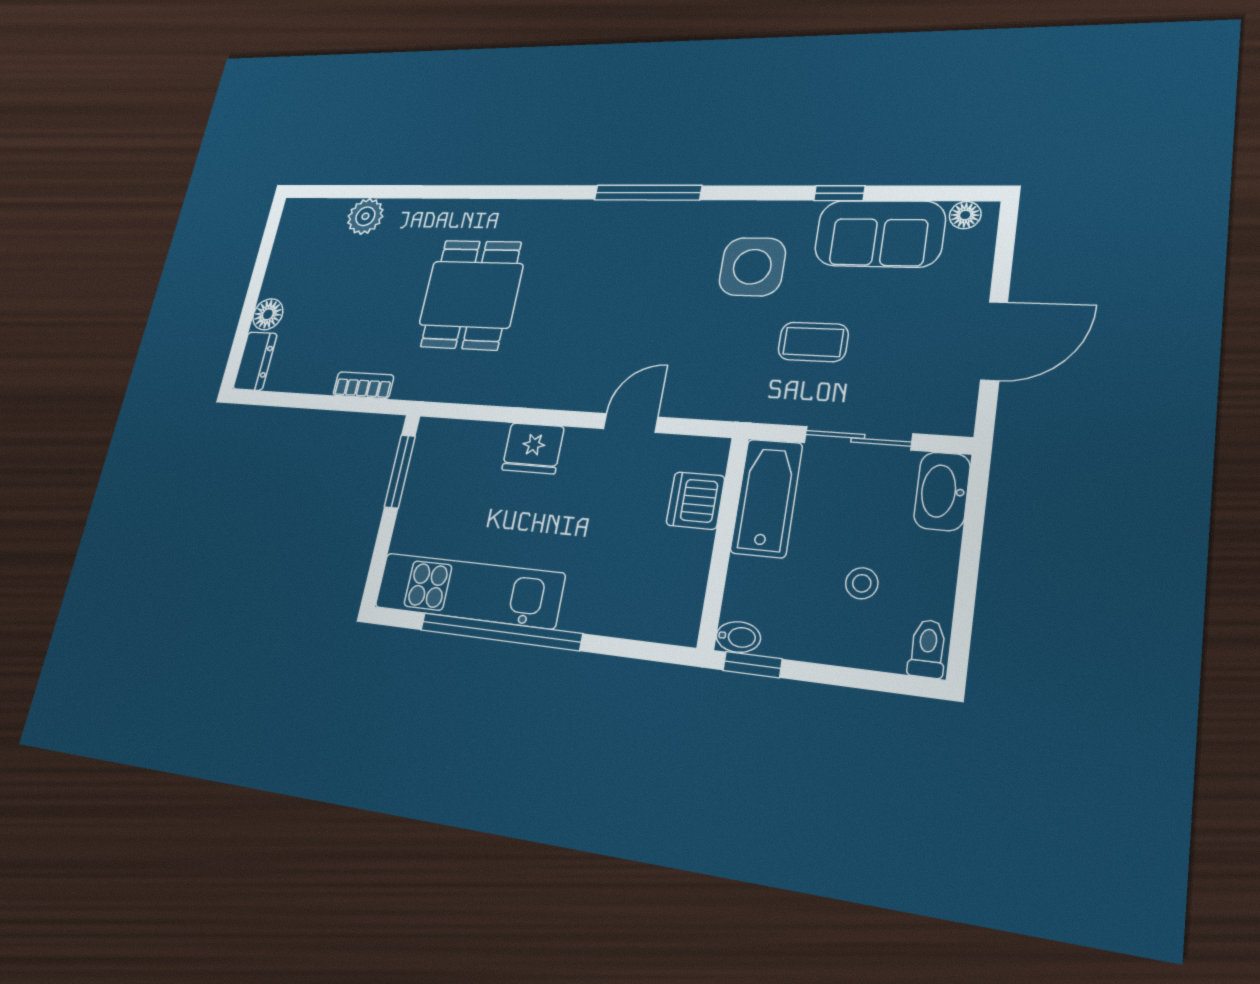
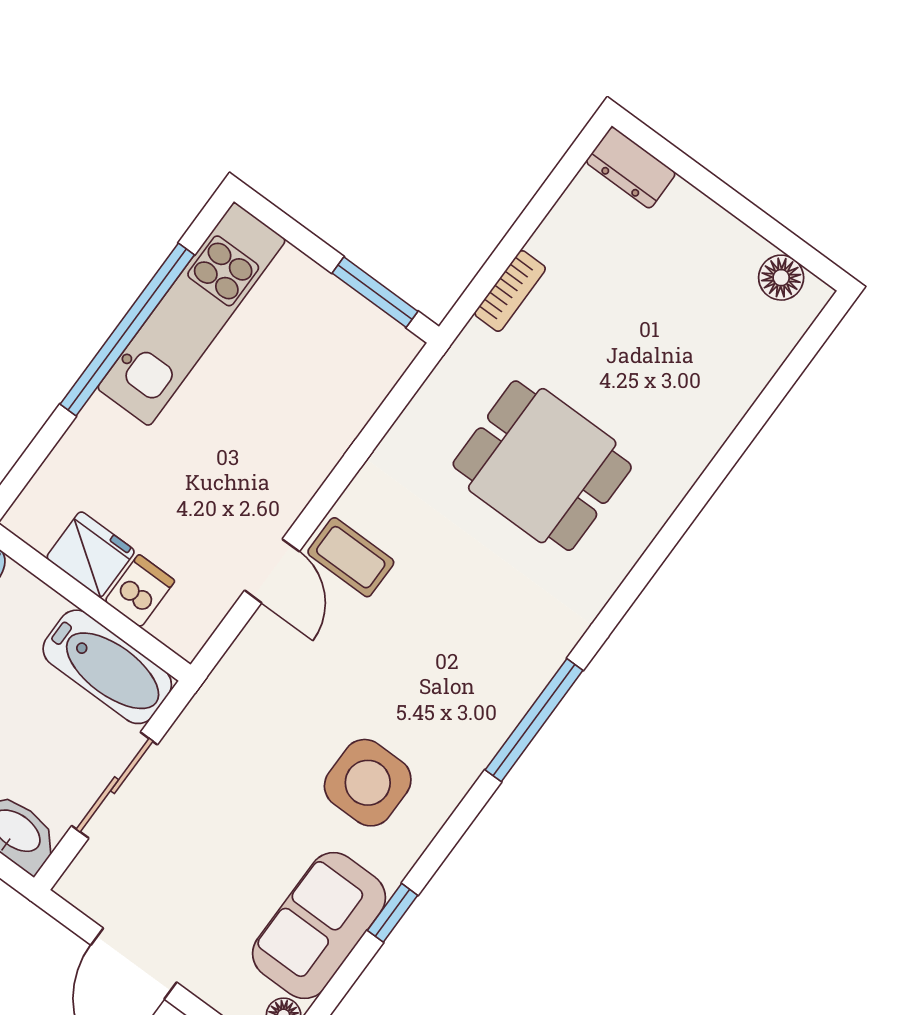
plant: (365, 216) -> (737, 382), removed
floor lamp: (268, 314) -> (781, 278), moved
coffee table: (813, 342) -> (351, 557), moved, turned 90
fridge: (533, 448) -> (91, 554), moved, turned 90
dishwasher: (696, 501) -> (140, 591), width x0.73

